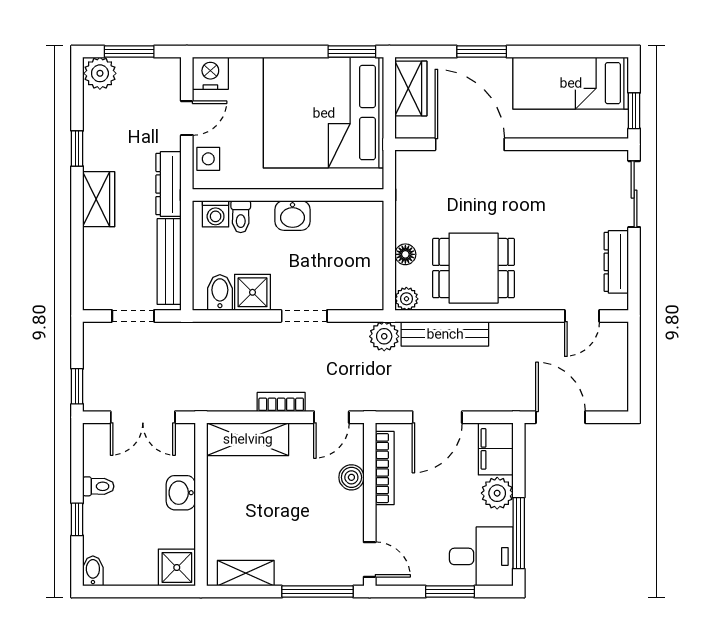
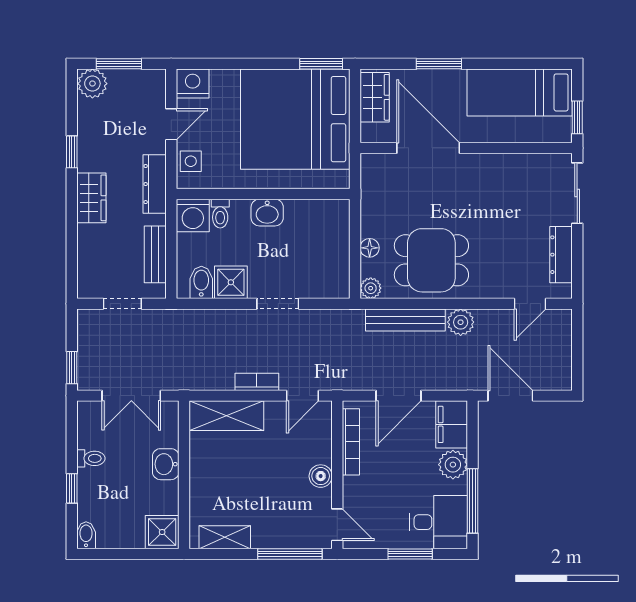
washing machine: (216, 214) -> (193, 215), width x1.38, depth x1.38
bench: (169, 262) -> (155, 254), width x0.73
plant: (384, 336) -> (461, 322), moved
boiler: (351, 477) -> (321, 476), moved

